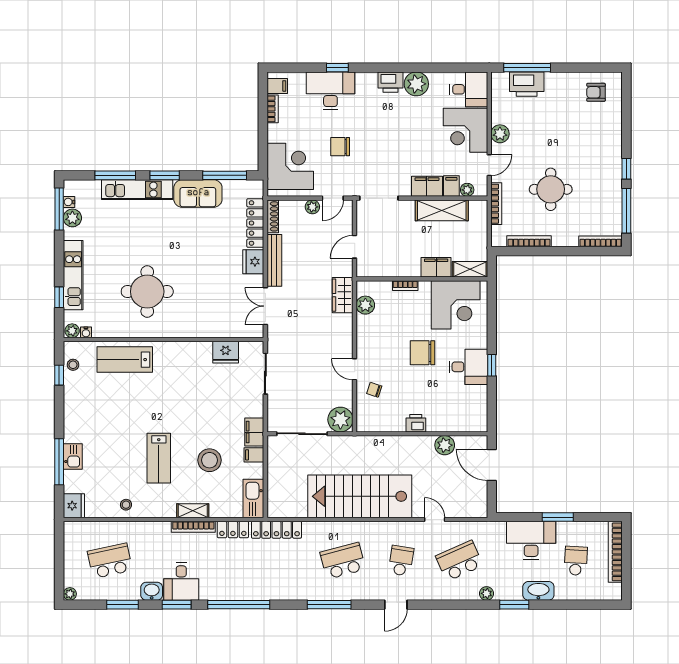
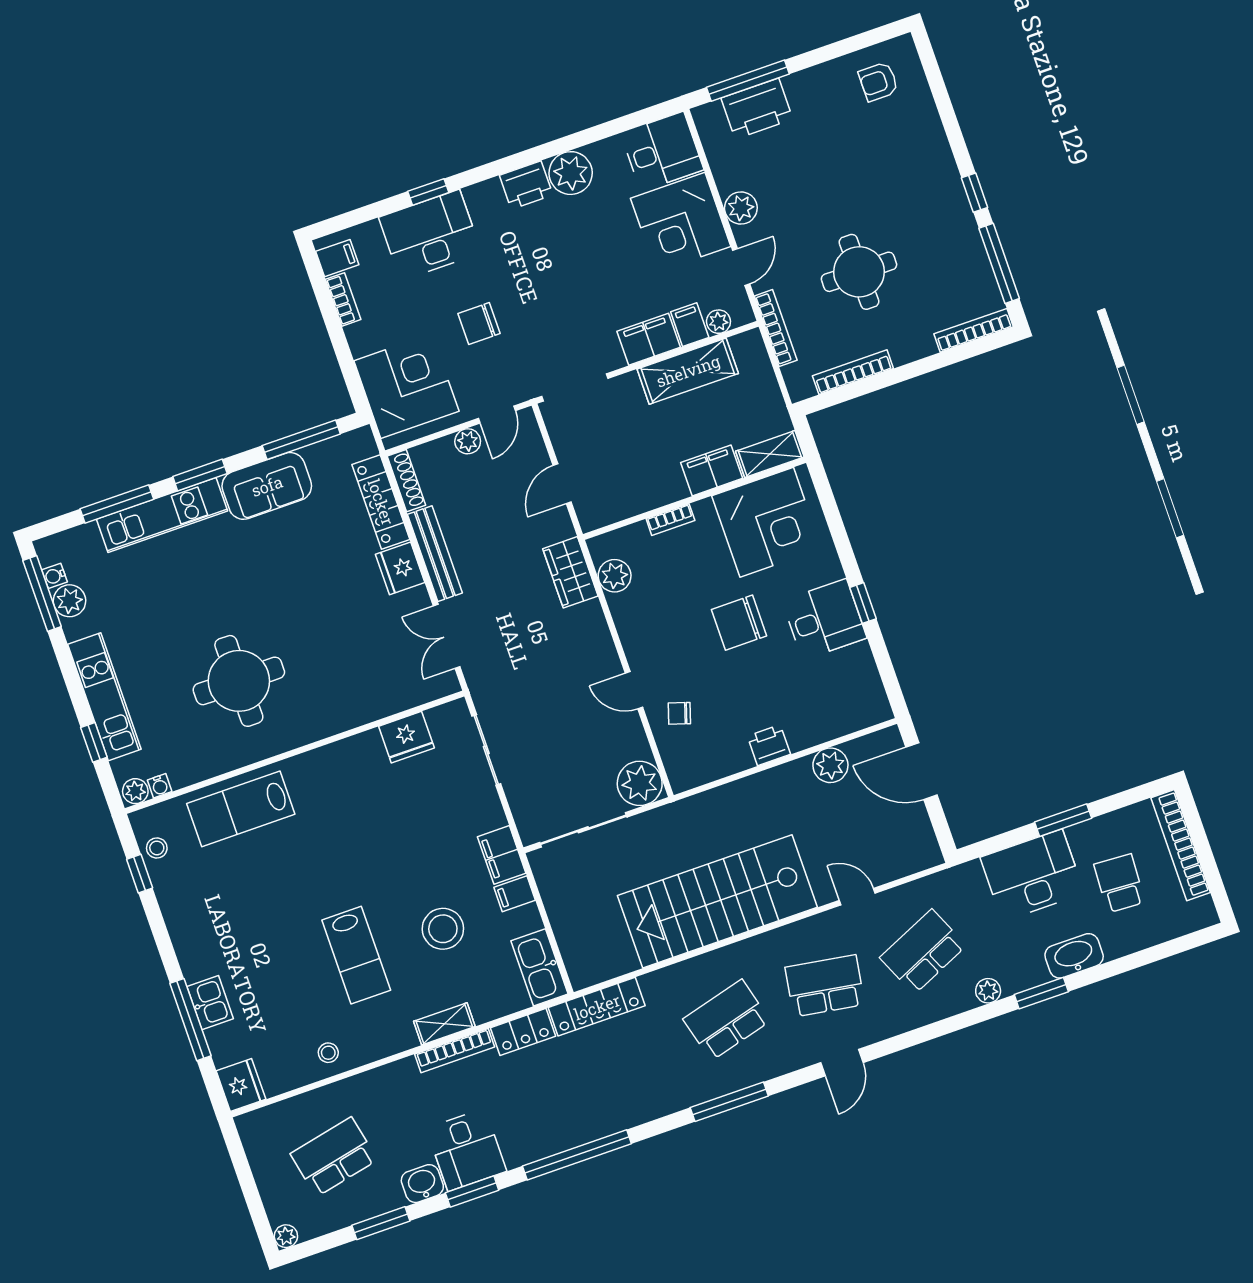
school desk: (401, 561) -> (825, 986), width x1.85

